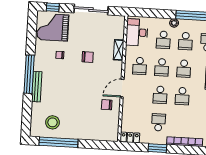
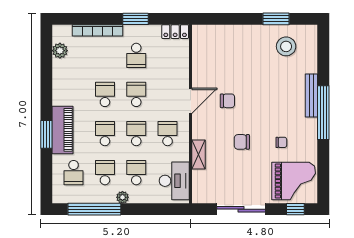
chair: (107, 105) -> (227, 101), moved
window: (58, 142) -> (276, 19), width x0.47

